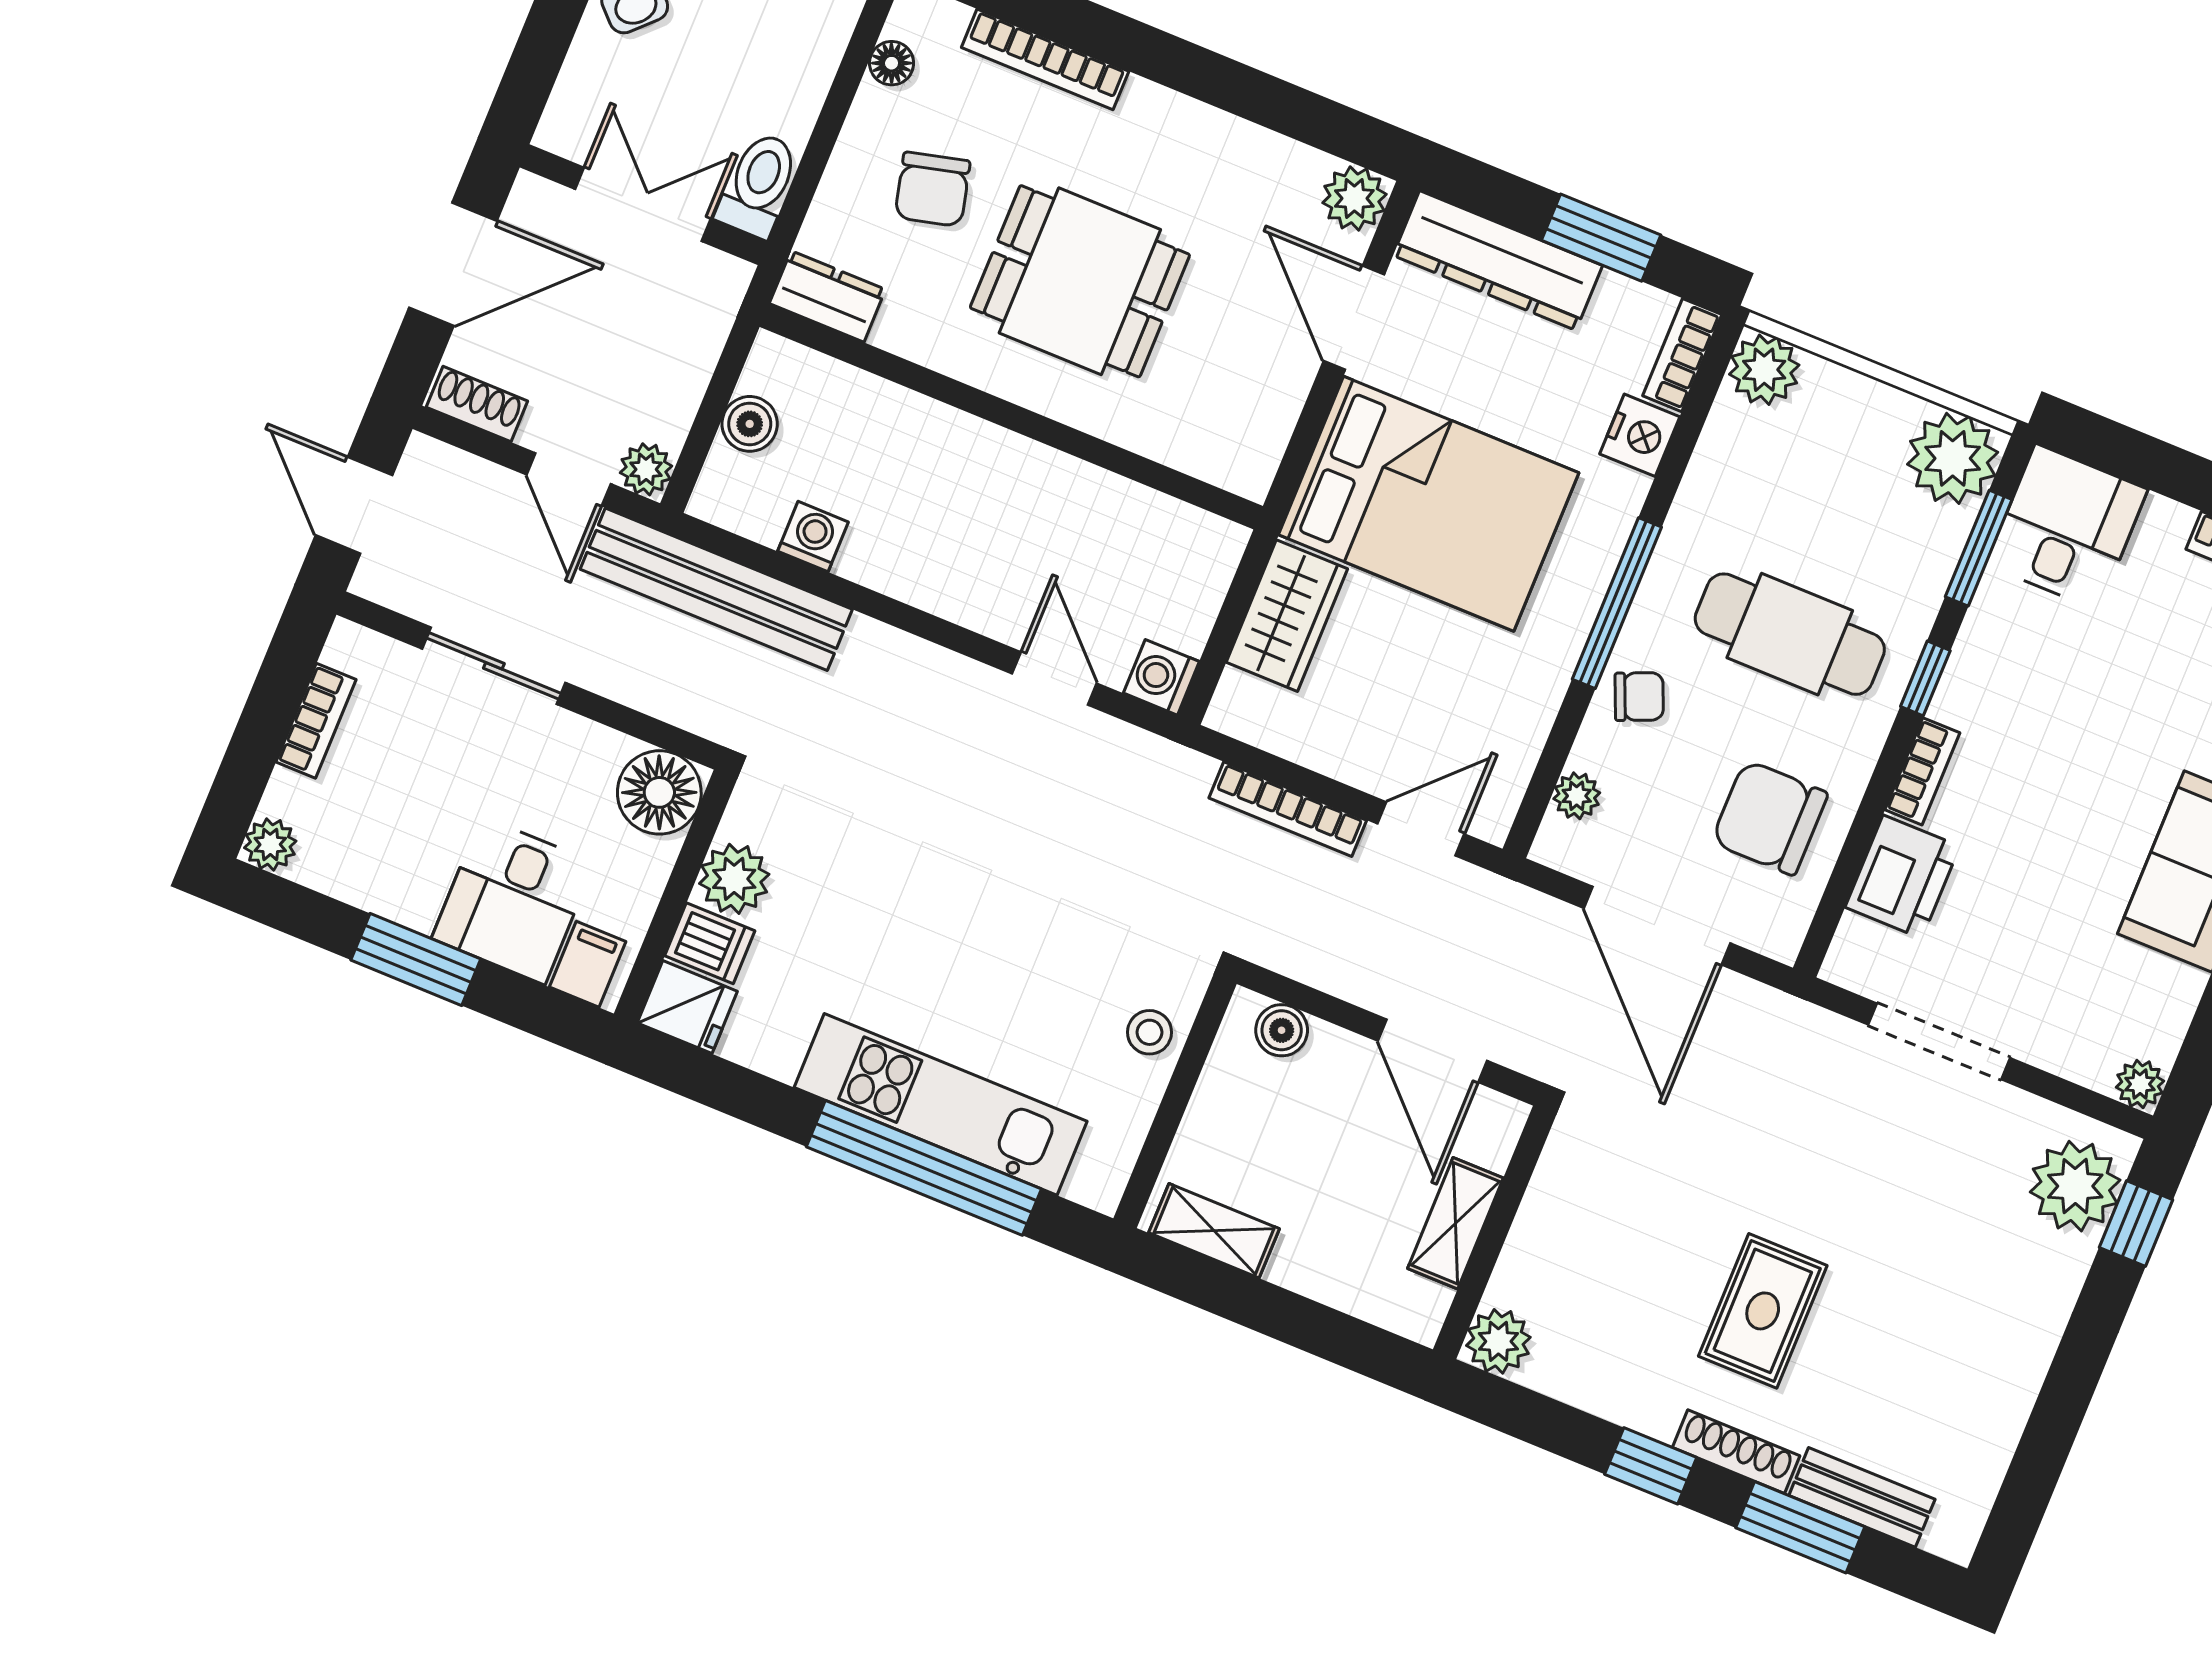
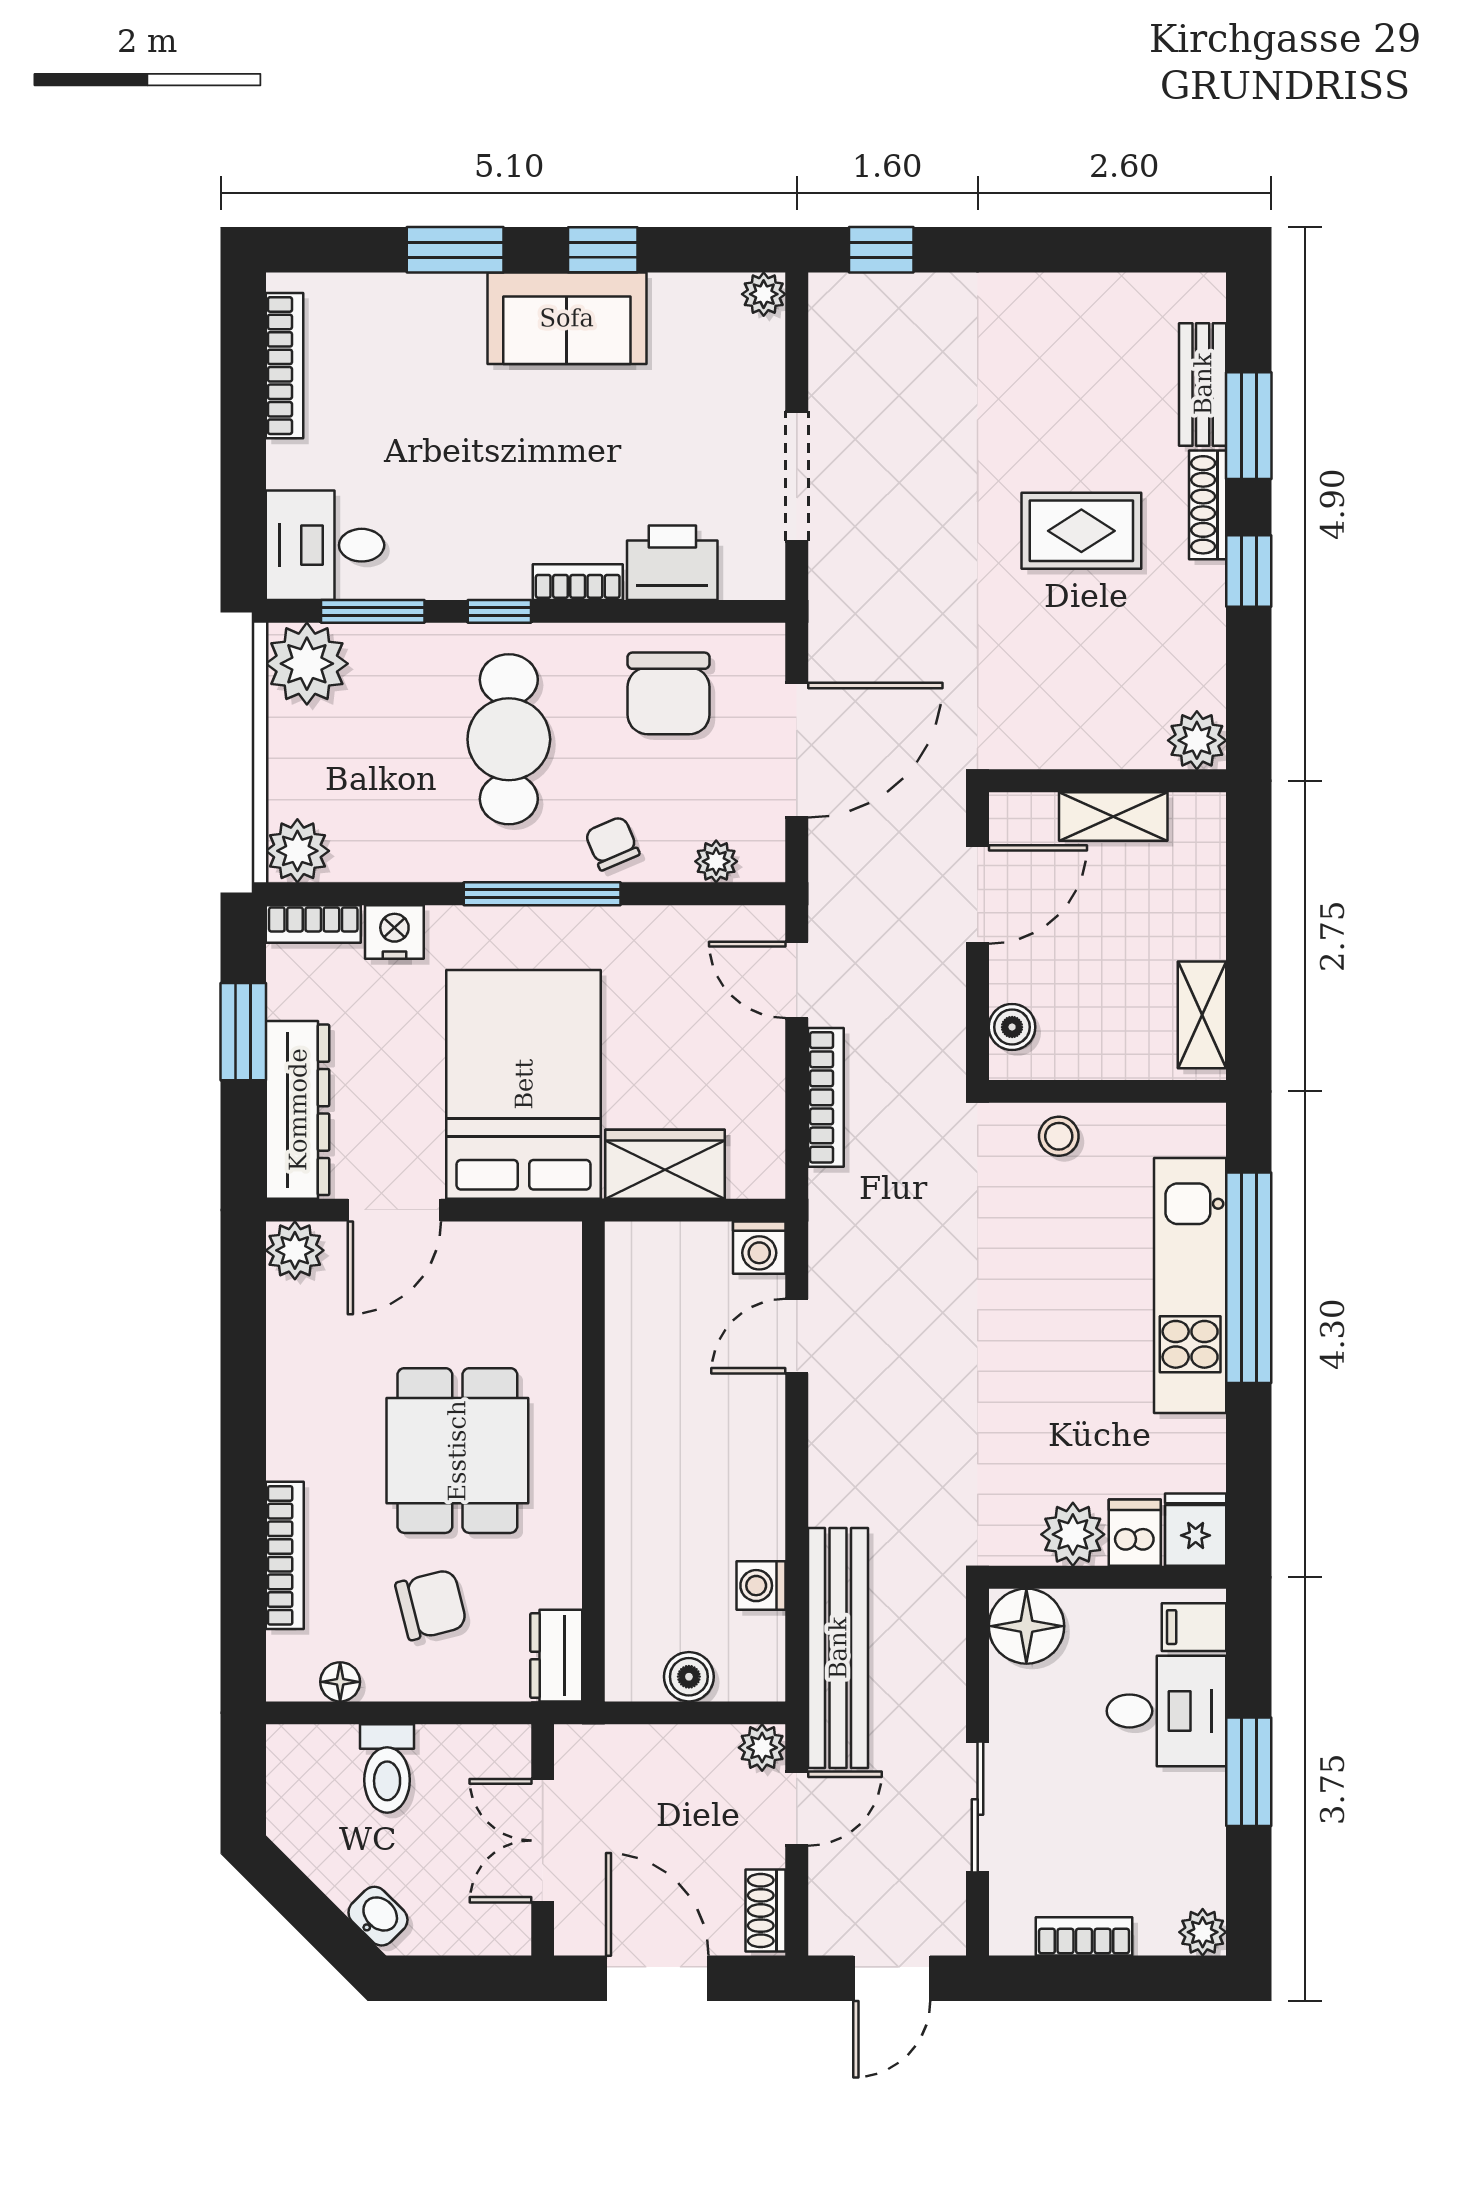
toilet: (758, 185) -> (387, 1768), moved, turned -90
plant: (2075, 1186) -> (871, 313), removed

